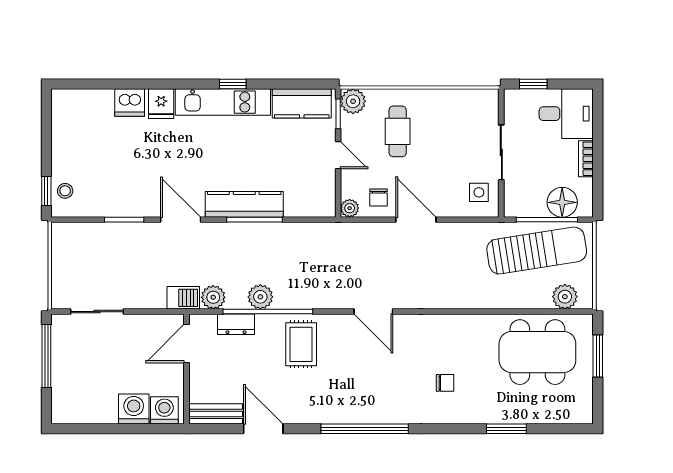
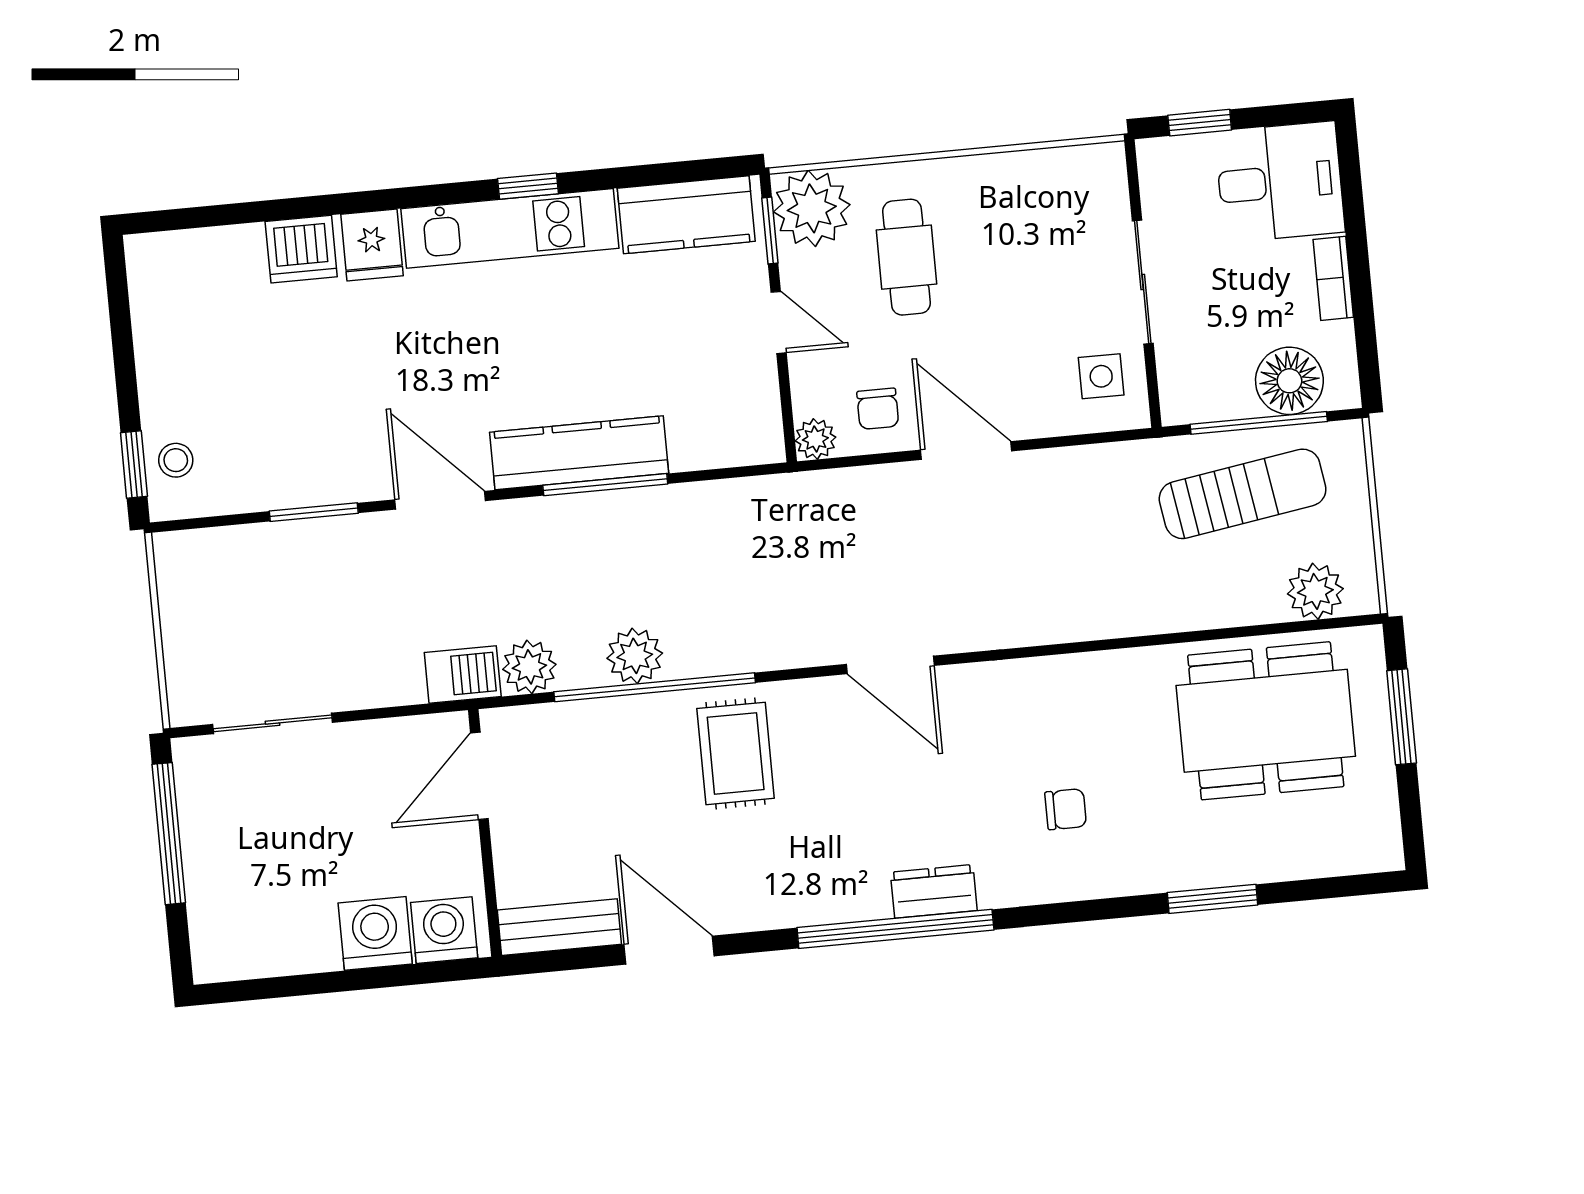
plant: (353, 101) -> (812, 208), width x1.36, depth x1.36
sun lounger: (537, 250) -> (1243, 494), width x0.73, depth x0.75
dresser: (236, 324) -> (934, 891), moved, turned 180

